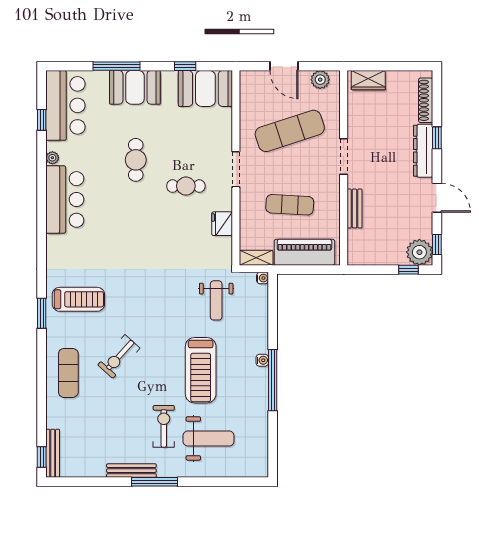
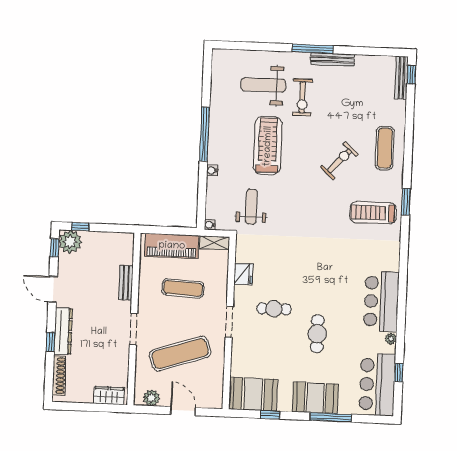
water cooler: (262, 360) -> (212, 170), moved

